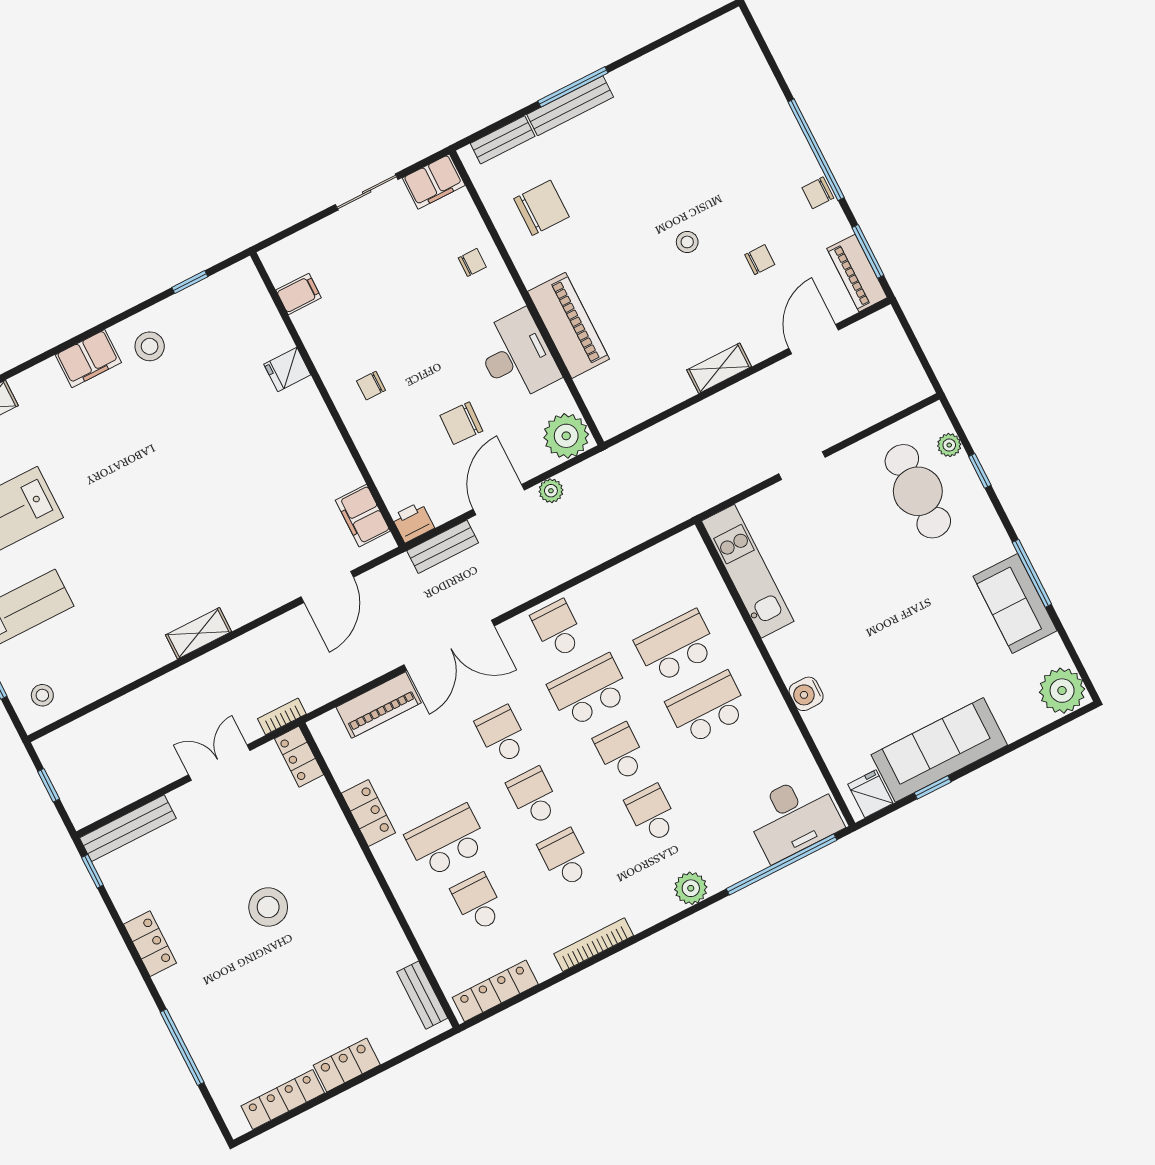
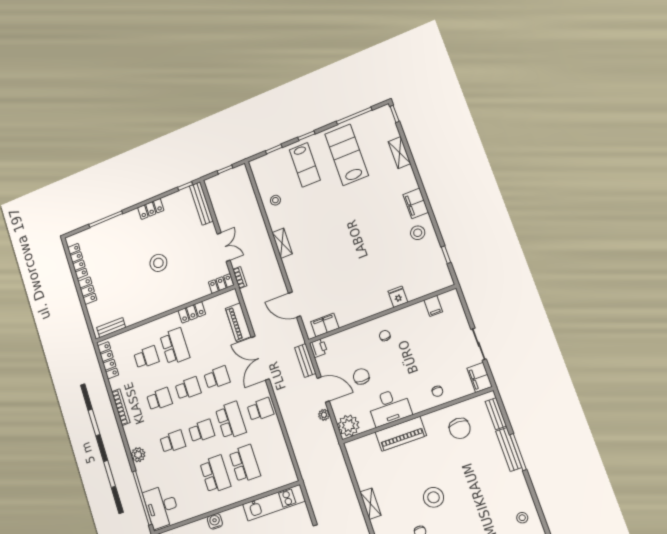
stool: (701, 63) -> (522, 518), added
stool: (687, 242) -> (433, 497), width x1.89, depth x1.89
stool: (42, 695) -> (275, 200), moved

